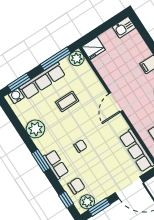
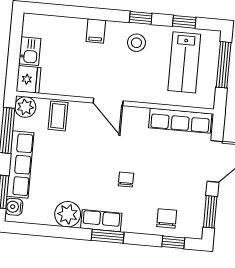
kitchen sink: (124, 27) -> (30, 51), moved
coffee table: (67, 101) -> (58, 116), moved
row of seats: (56, 164) -> (101, 221), moved
plant: (87, 202) -> (194, 220), removed

